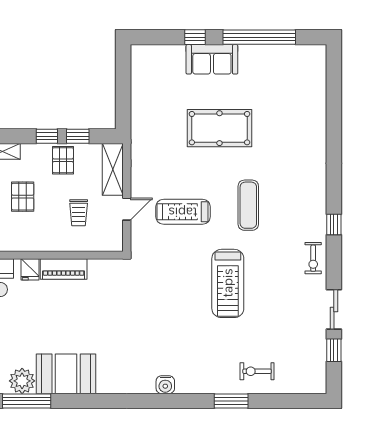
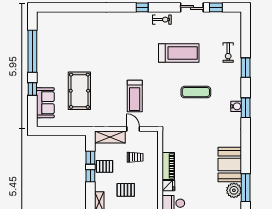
sofa: (212, 59) -> (45, 103), moved
pool table: (219, 128) -> (79, 91), moved
exercise mat: (248, 205) -> (196, 92), moved
treadmill: (228, 283) -> (179, 53), moved
window: (163, 401) -> (246, 108), added

